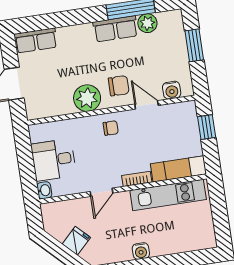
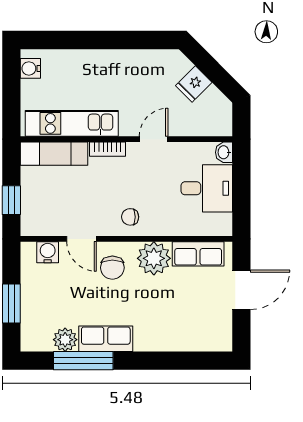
row of seats: (36, 40) -> (198, 254), moved, turned 180
chair: (119, 86) -> (112, 268), turned -90
water cooler: (141, 251) -> (30, 68), moved, turned -90

